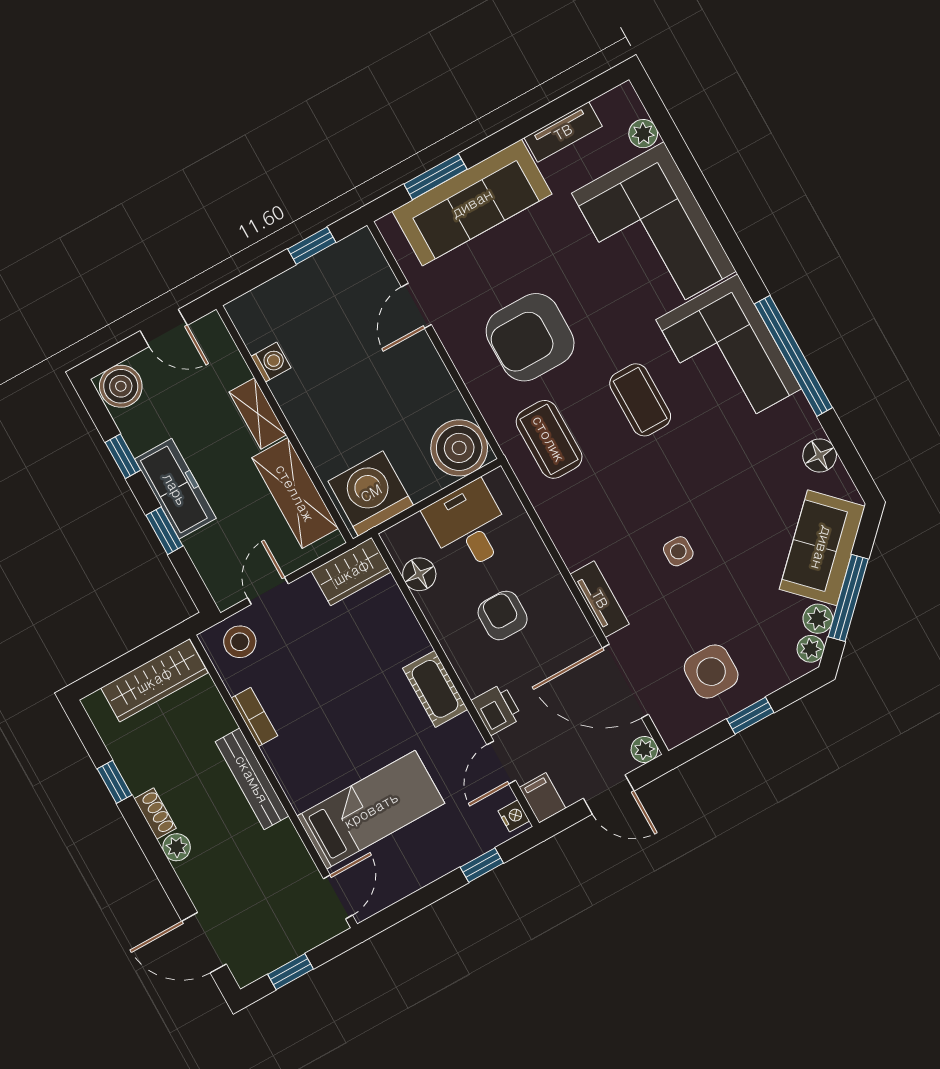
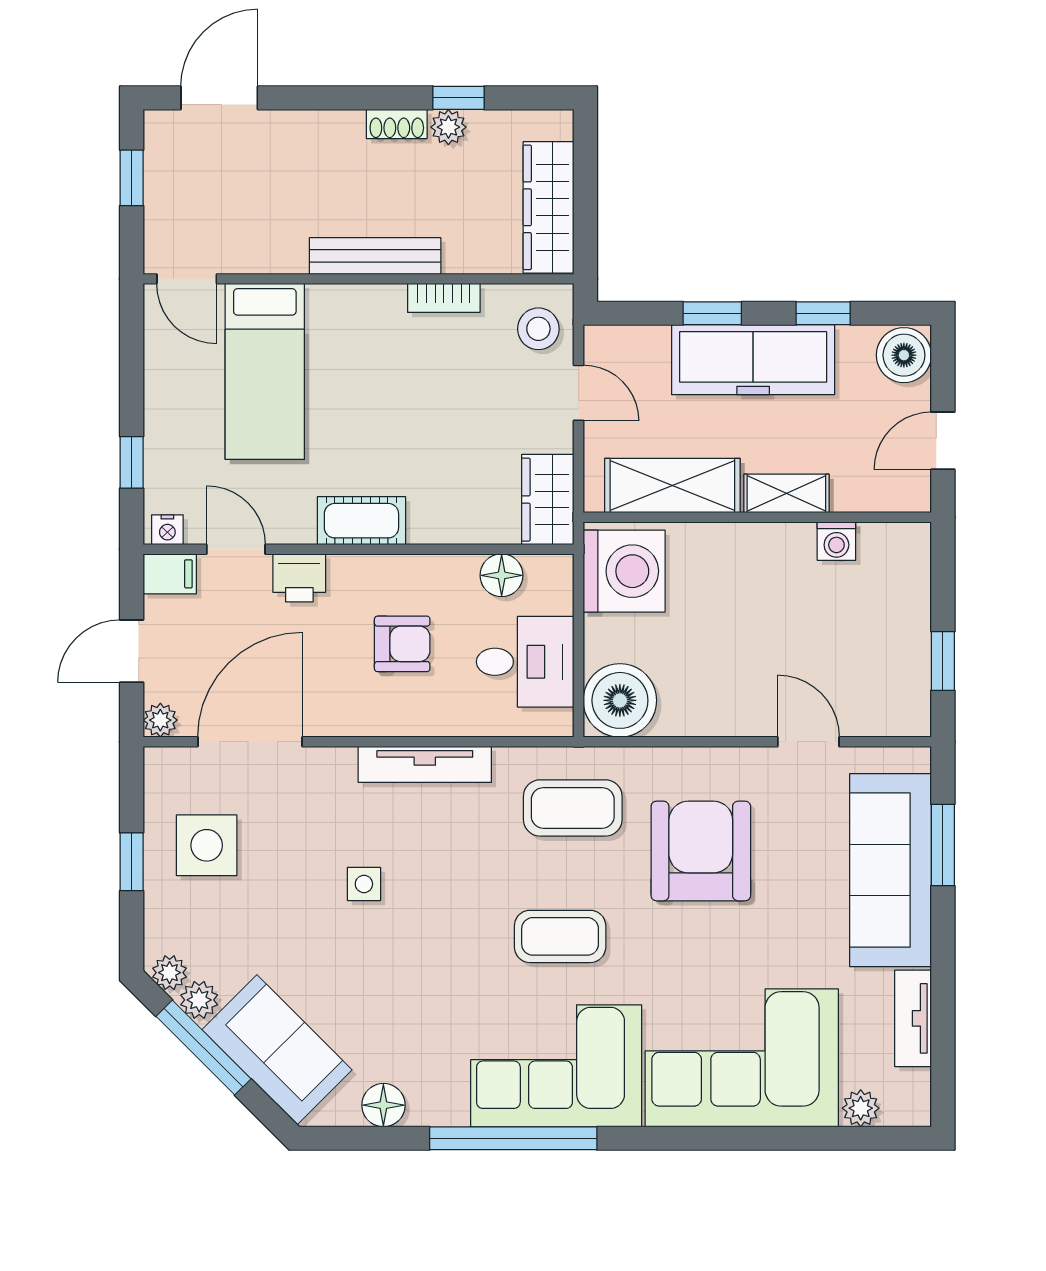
freezer: (175, 489) -> (753, 360), width x1.36, depth x1.26
tv unit: (600, 599) -> (425, 764), moved, width x1.41
plant: (177, 847) -> (448, 127), moved

